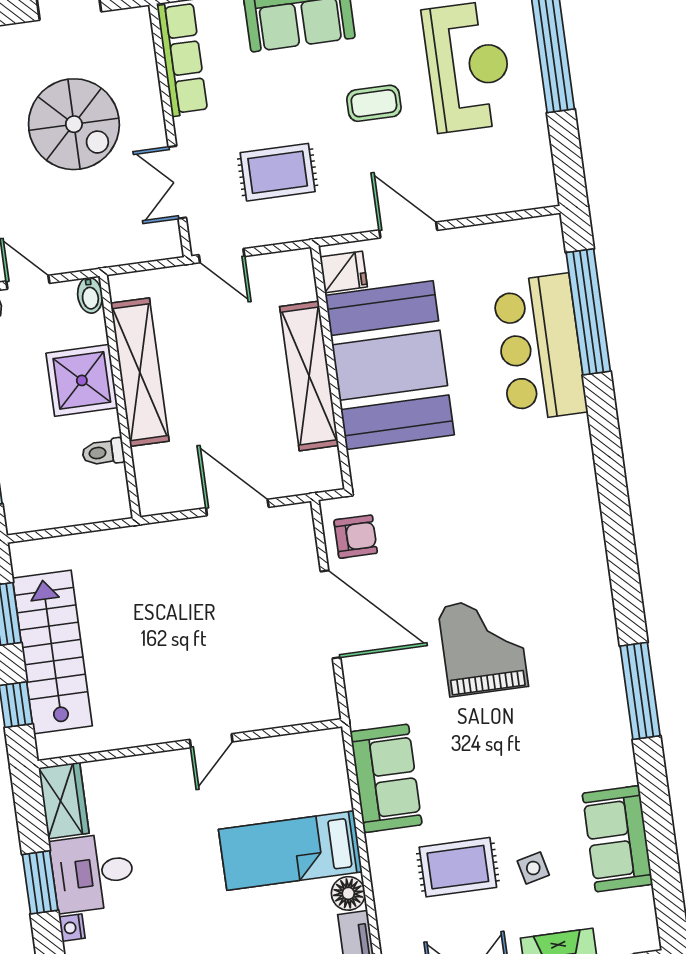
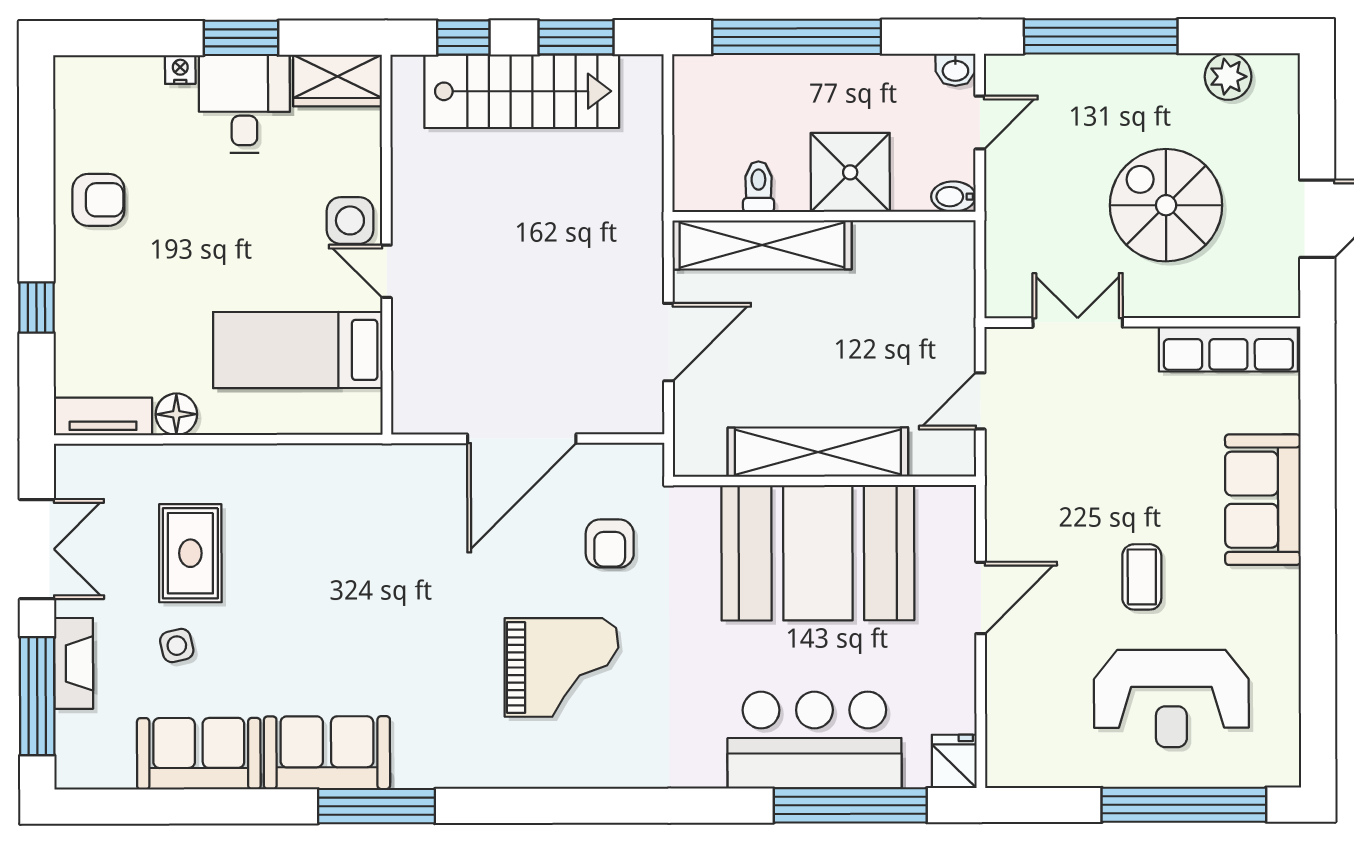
spiral stairs: (74, 124) -> (1166, 205), turned 90
rug: (278, 172) -> (1073, 447), removed
door: (222, 256) -> (980, 401), moved
fridge: (344, 272) -> (954, 761), moved, turned 180
shelving: (140, 372) -> (762, 245), moved
armchair: (356, 537) -> (610, 543), moved
grand piano: (483, 646) -> (562, 667), moved
side table: (174, 775) -> (350, 220), added
sofa: (386, 778) -> (327, 753), moved, turned 180
bed: (290, 851) -> (298, 350), moved, turned -90

